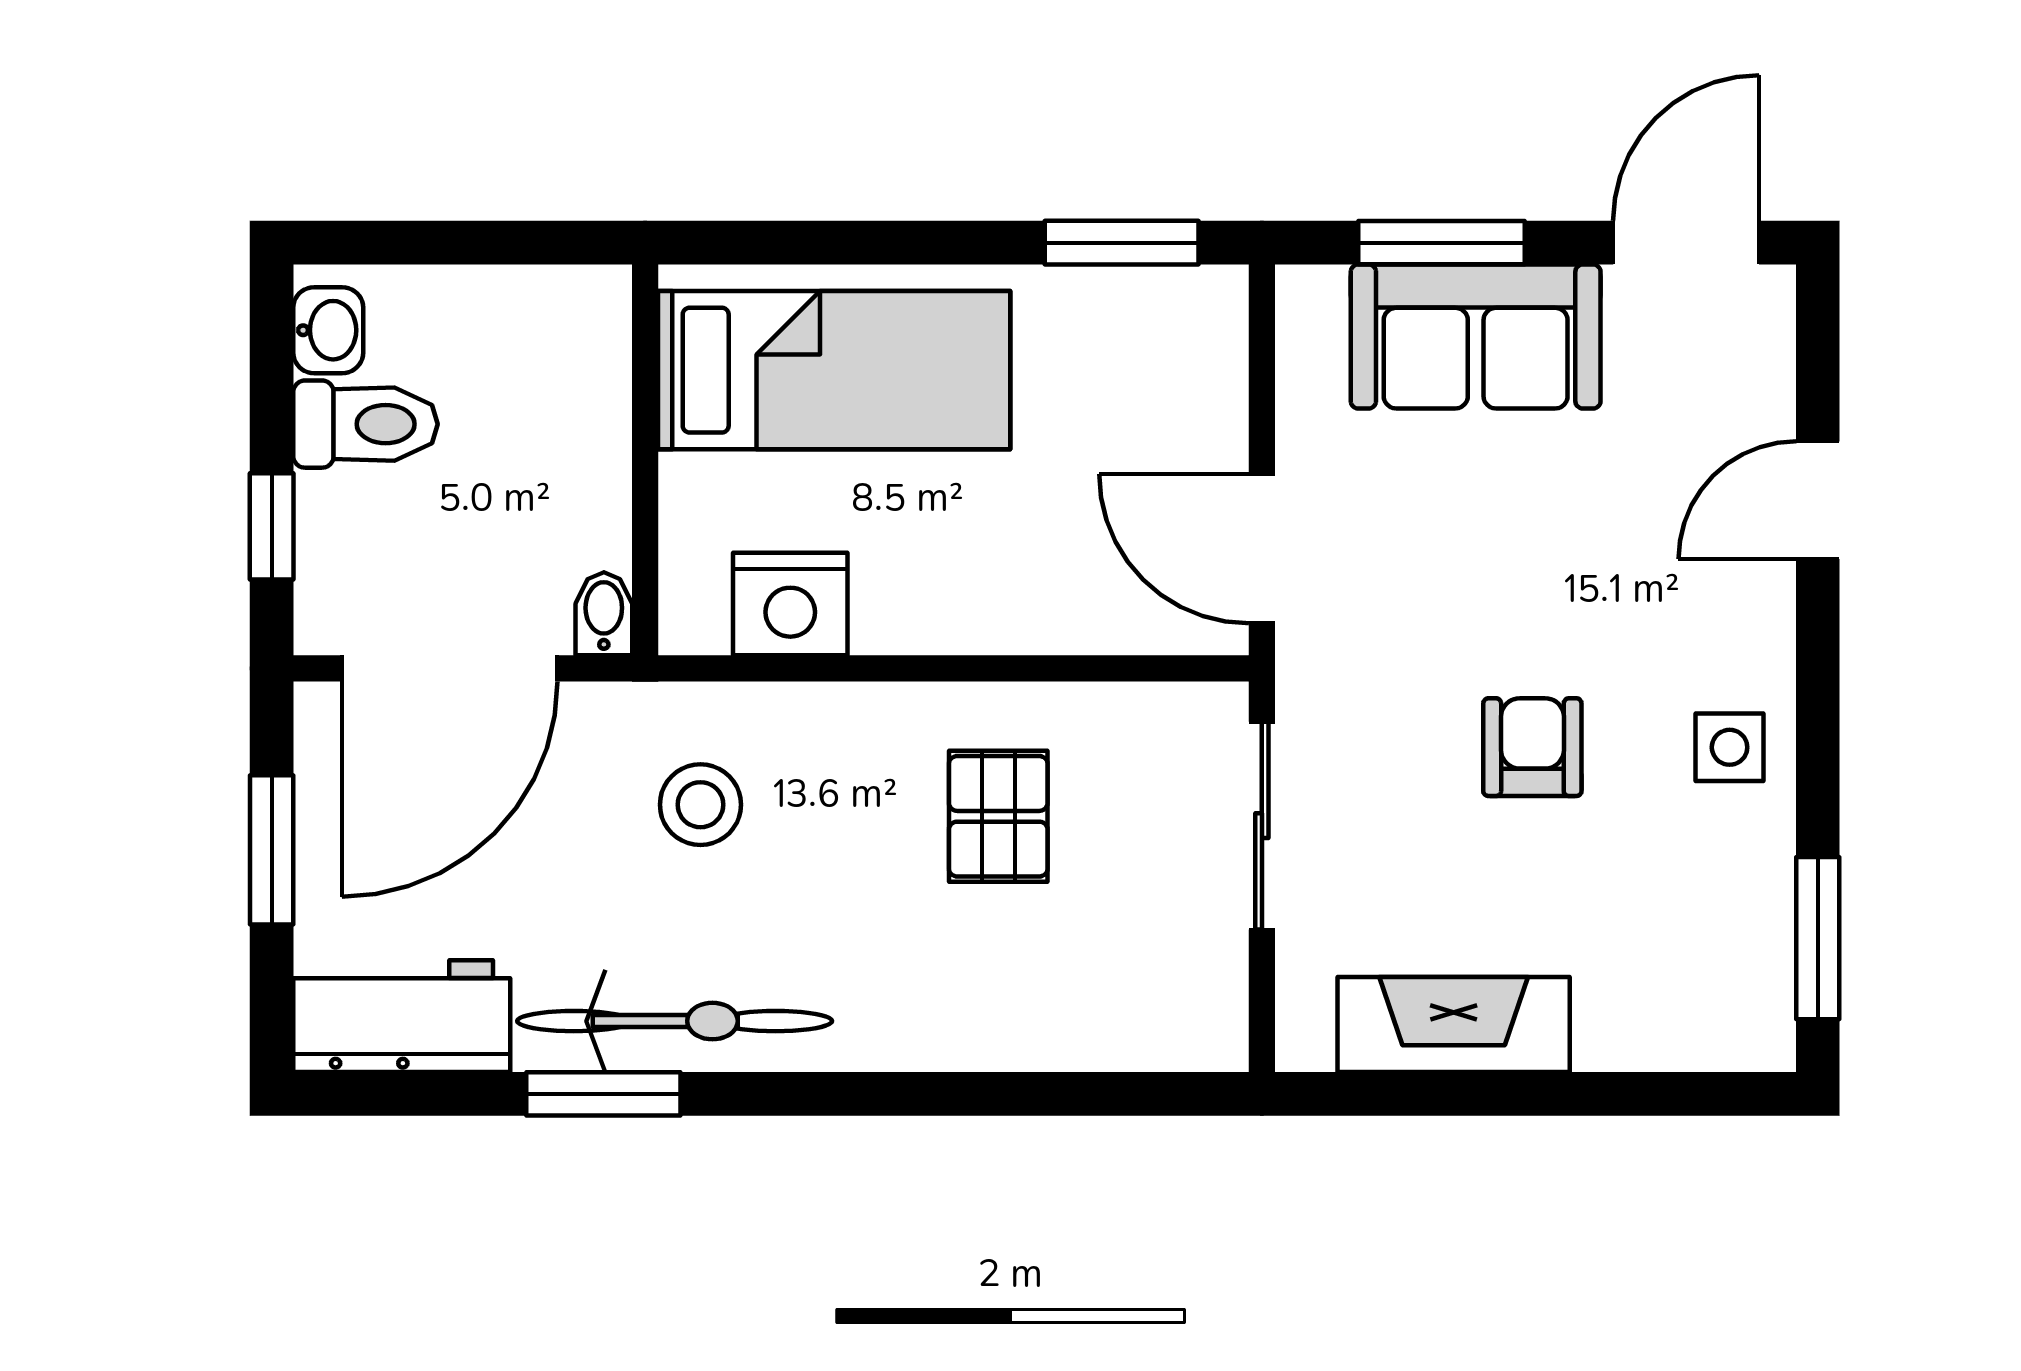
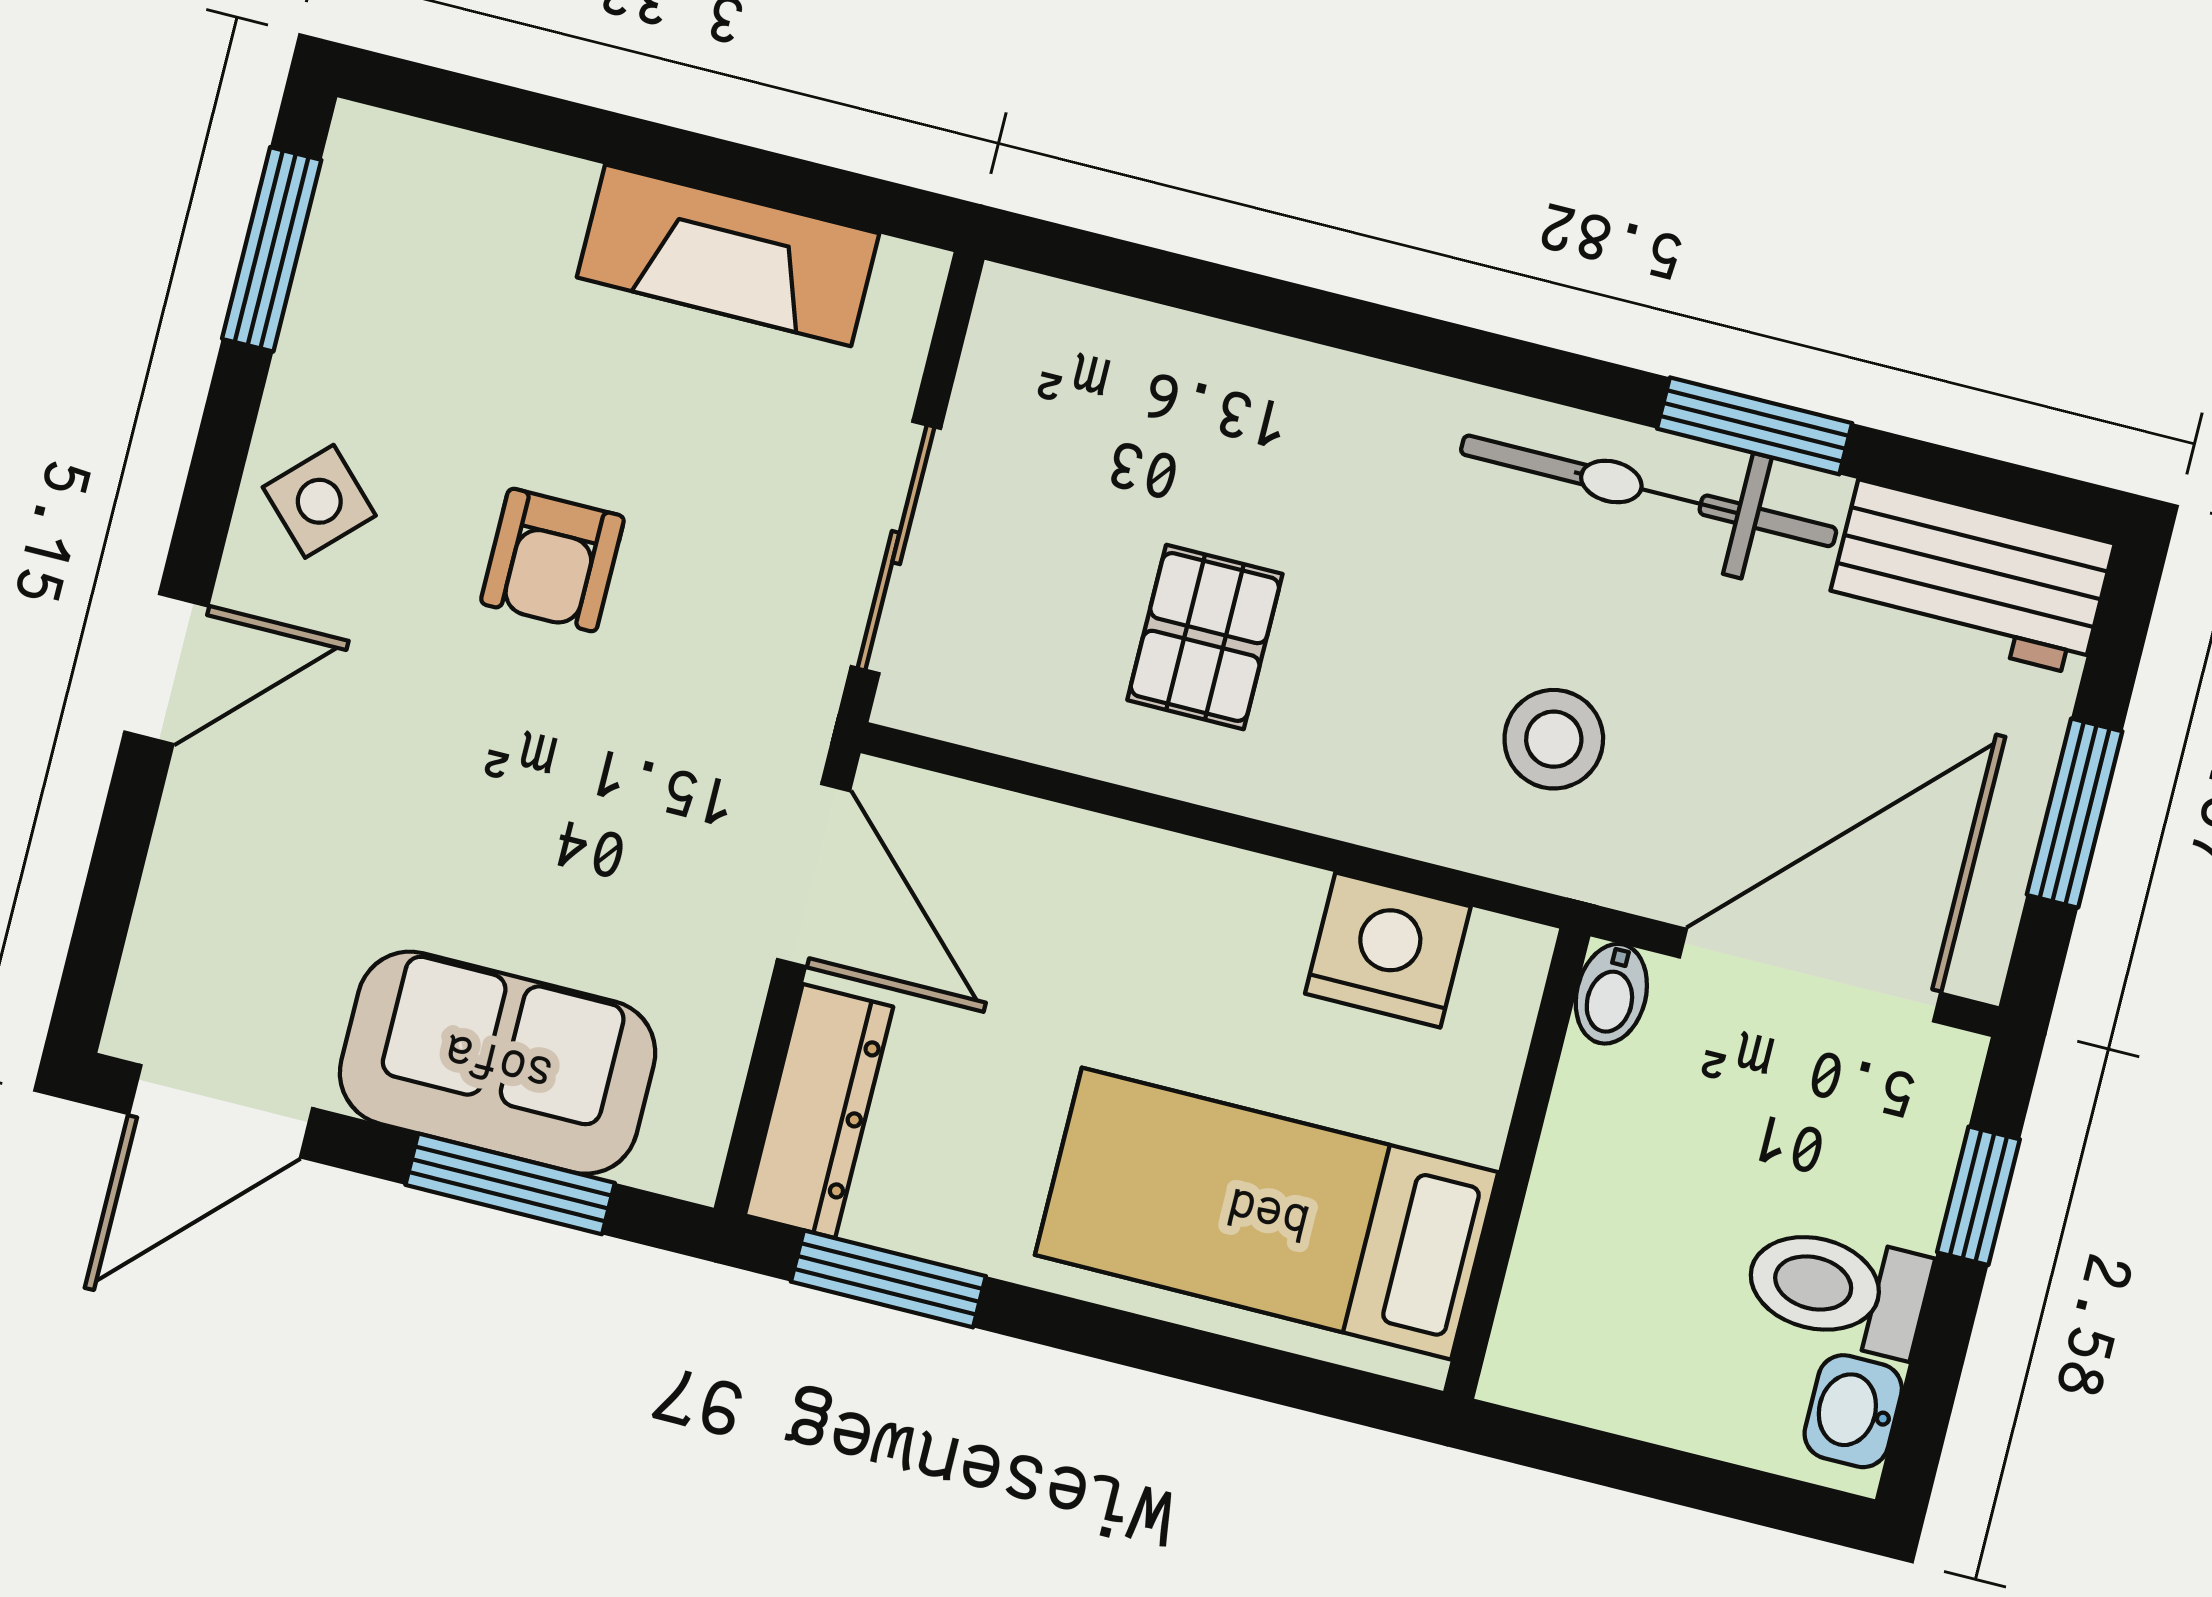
dresser: (1210, 362) -> (819, 1111), added
door: (1818, 500) -> (166, 669), moved
side table: (1730, 747) -> (319, 501), turned 45

